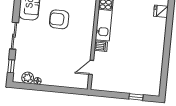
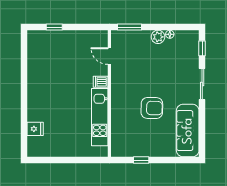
door: (91, 67) -> (109, 56), swing flipped
plant: (28, 78) -> (158, 37), moved
window: (71, 91) -> (129, 27), added

